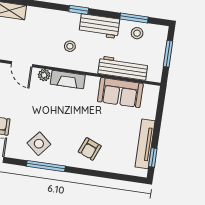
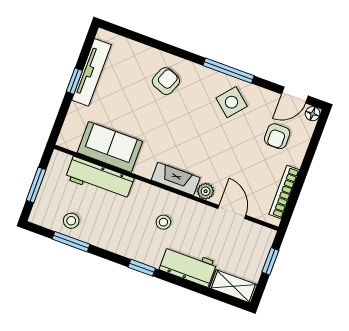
workbench: (99, 26) -> (188, 266), moved
window: (153, 157) -> (74, 81), moved

